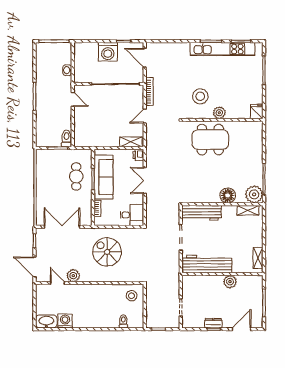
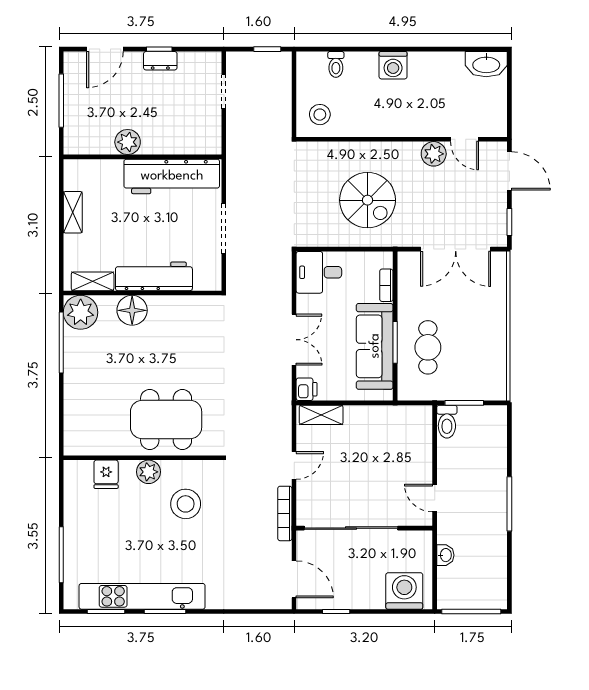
washing machine: (108, 52) -> (404, 591), moved
fridge: (257, 112) -> (106, 474), moved
workbench: (202, 213) -> (154, 276), moved
shelving: (258, 258) -> (73, 212), moved
washing machine: (65, 321) -> (393, 65), moved

